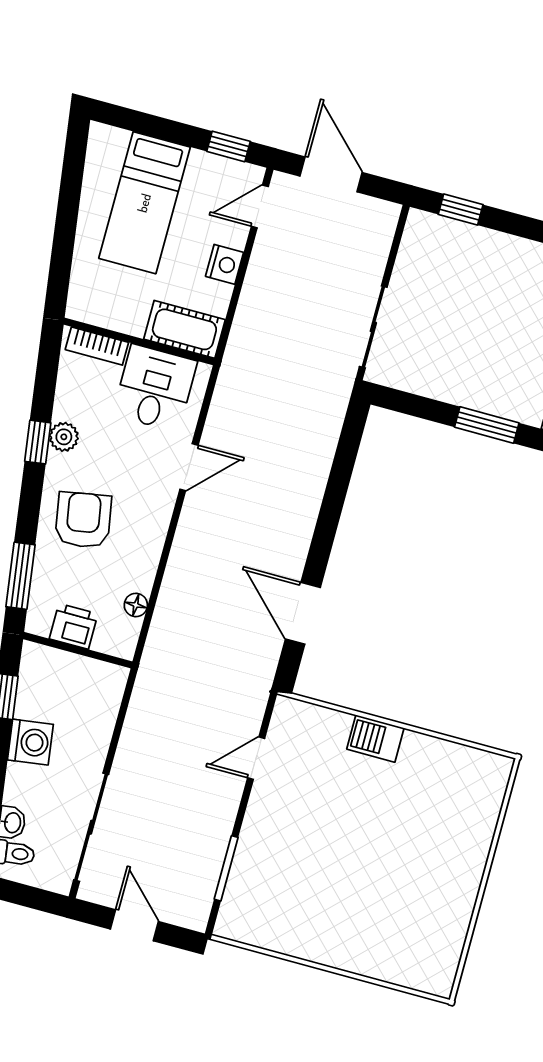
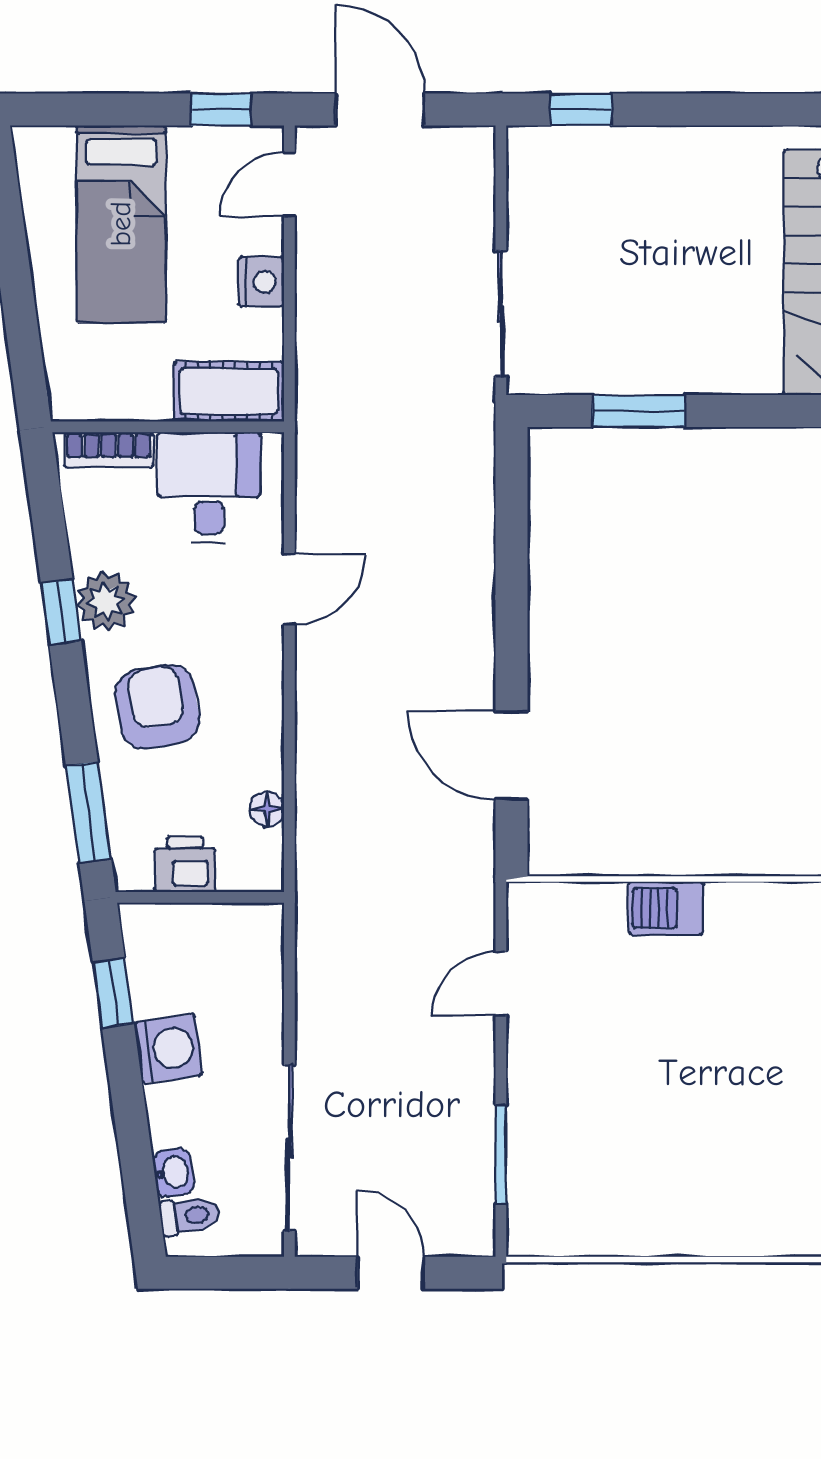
window: (487, 425) -> (639, 411), moved
plant: (64, 437) -> (106, 601), width x1.38, depth x1.38

